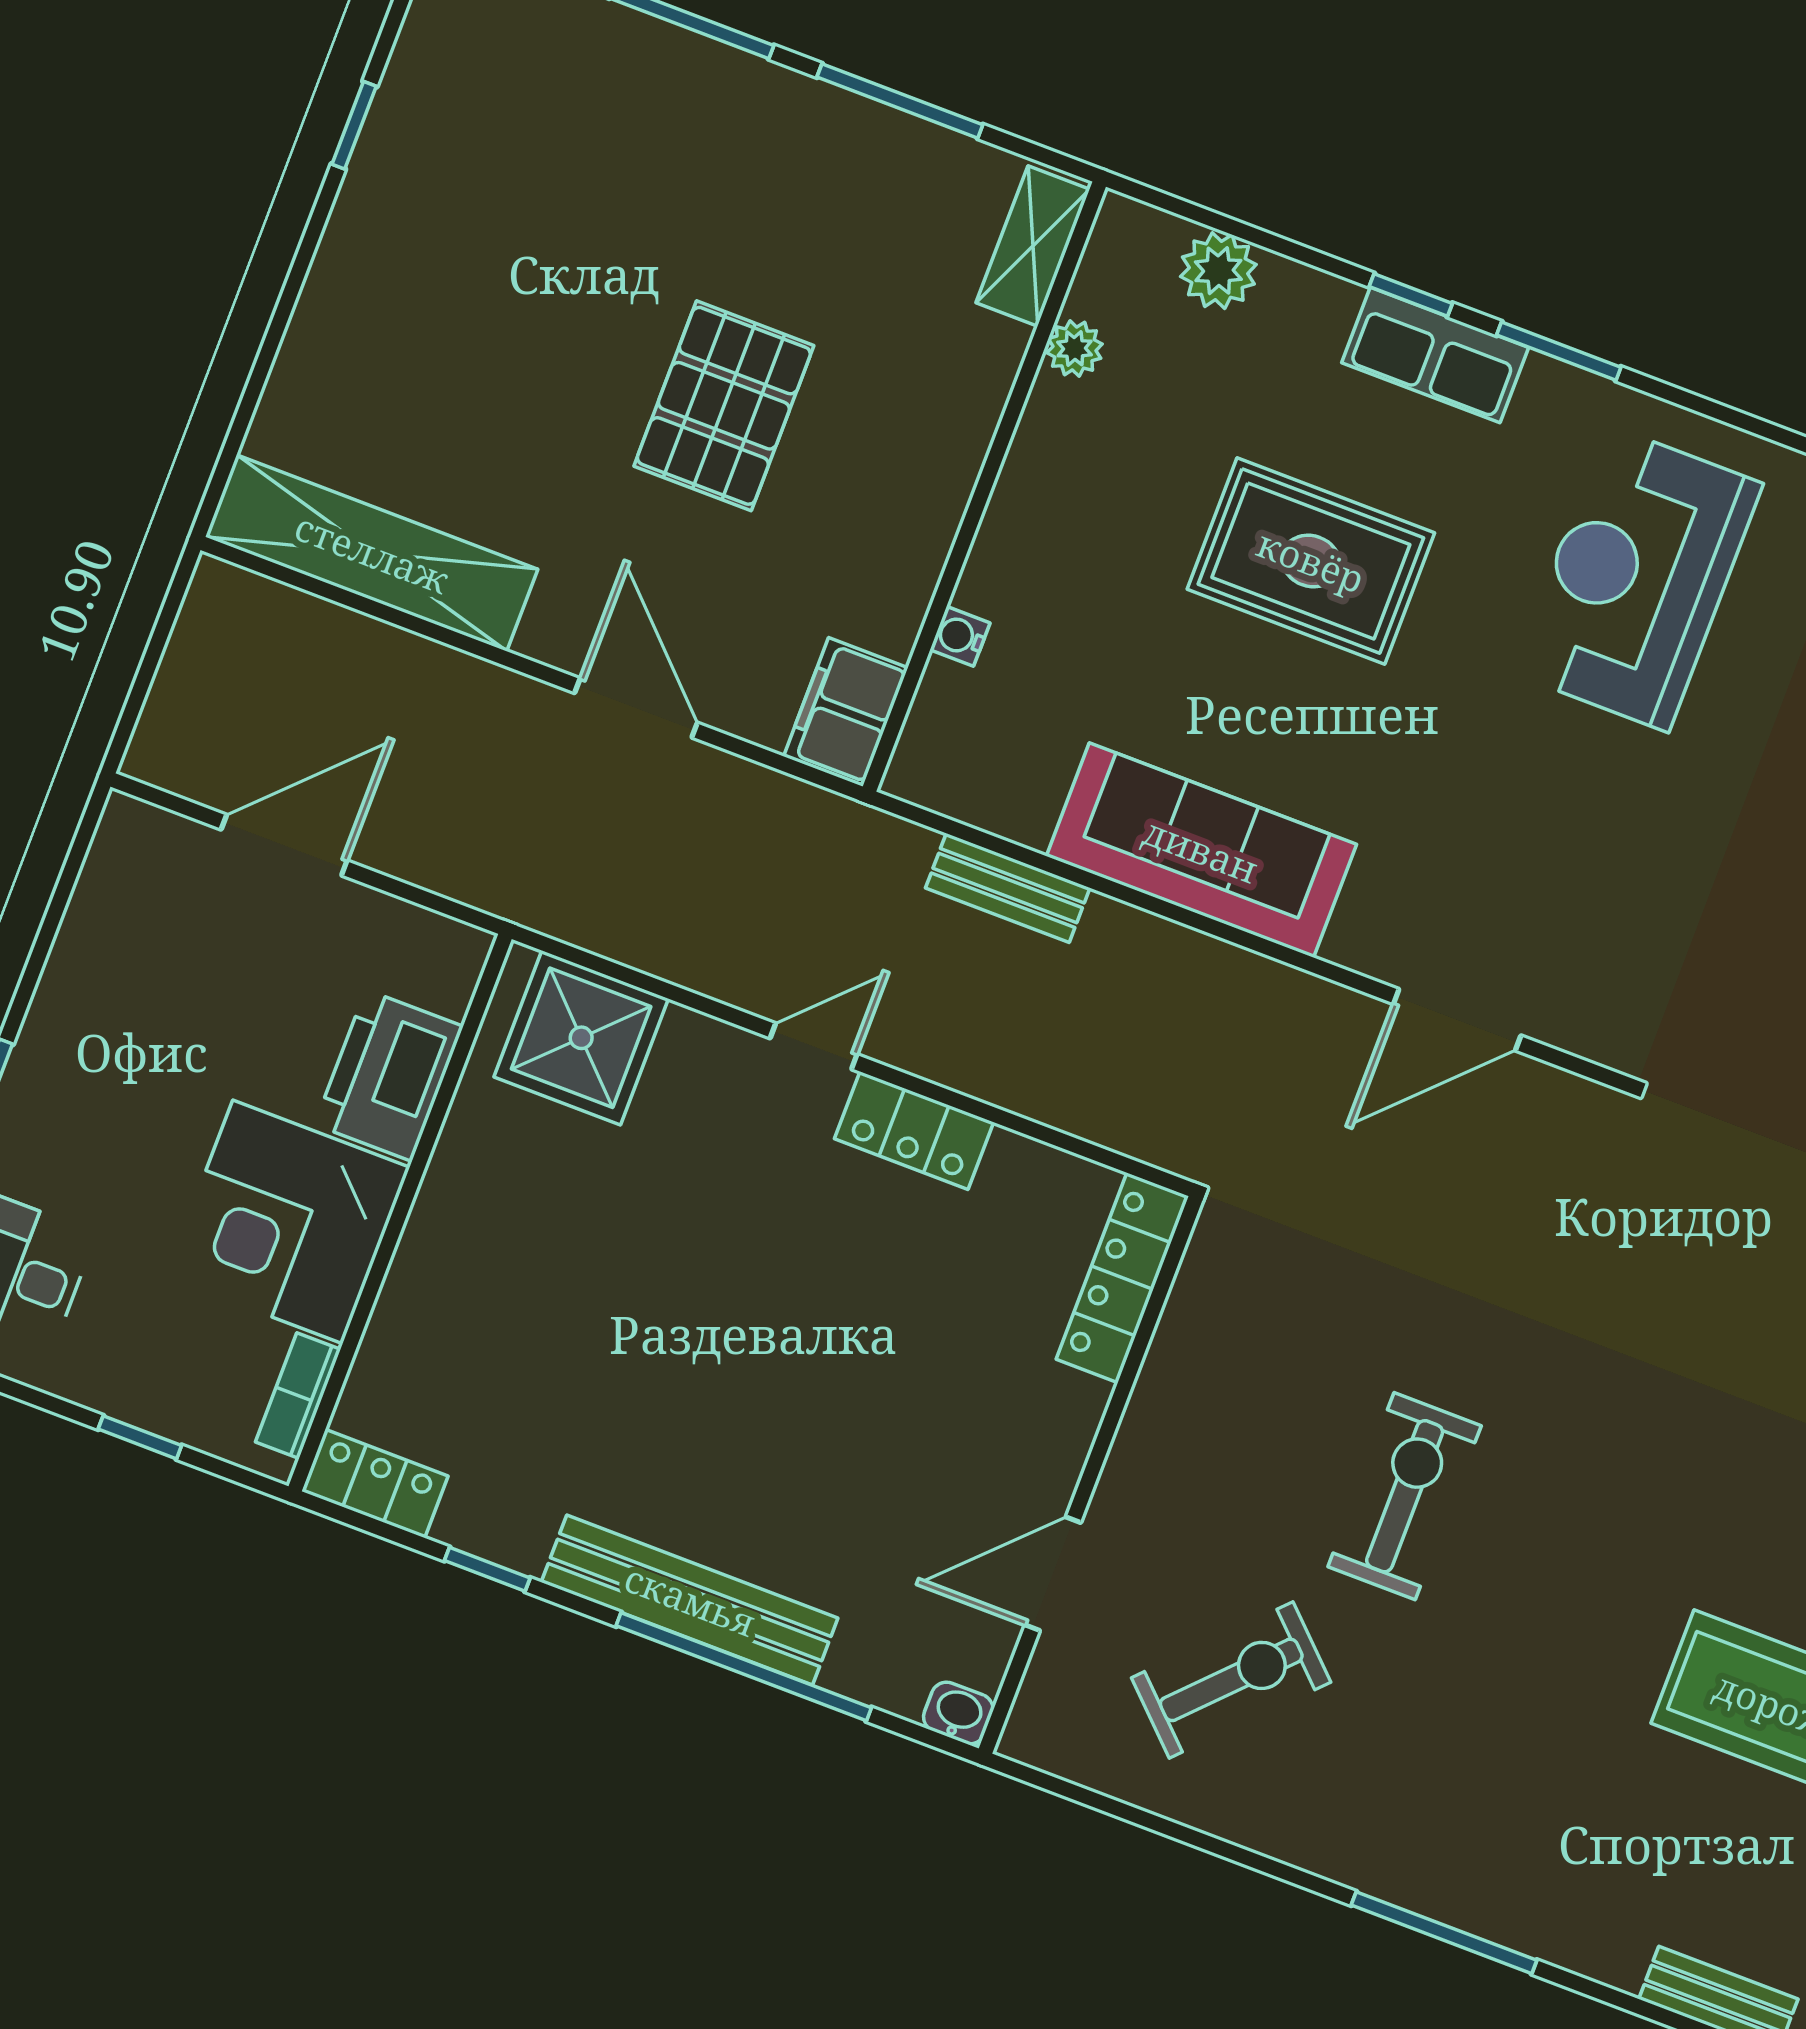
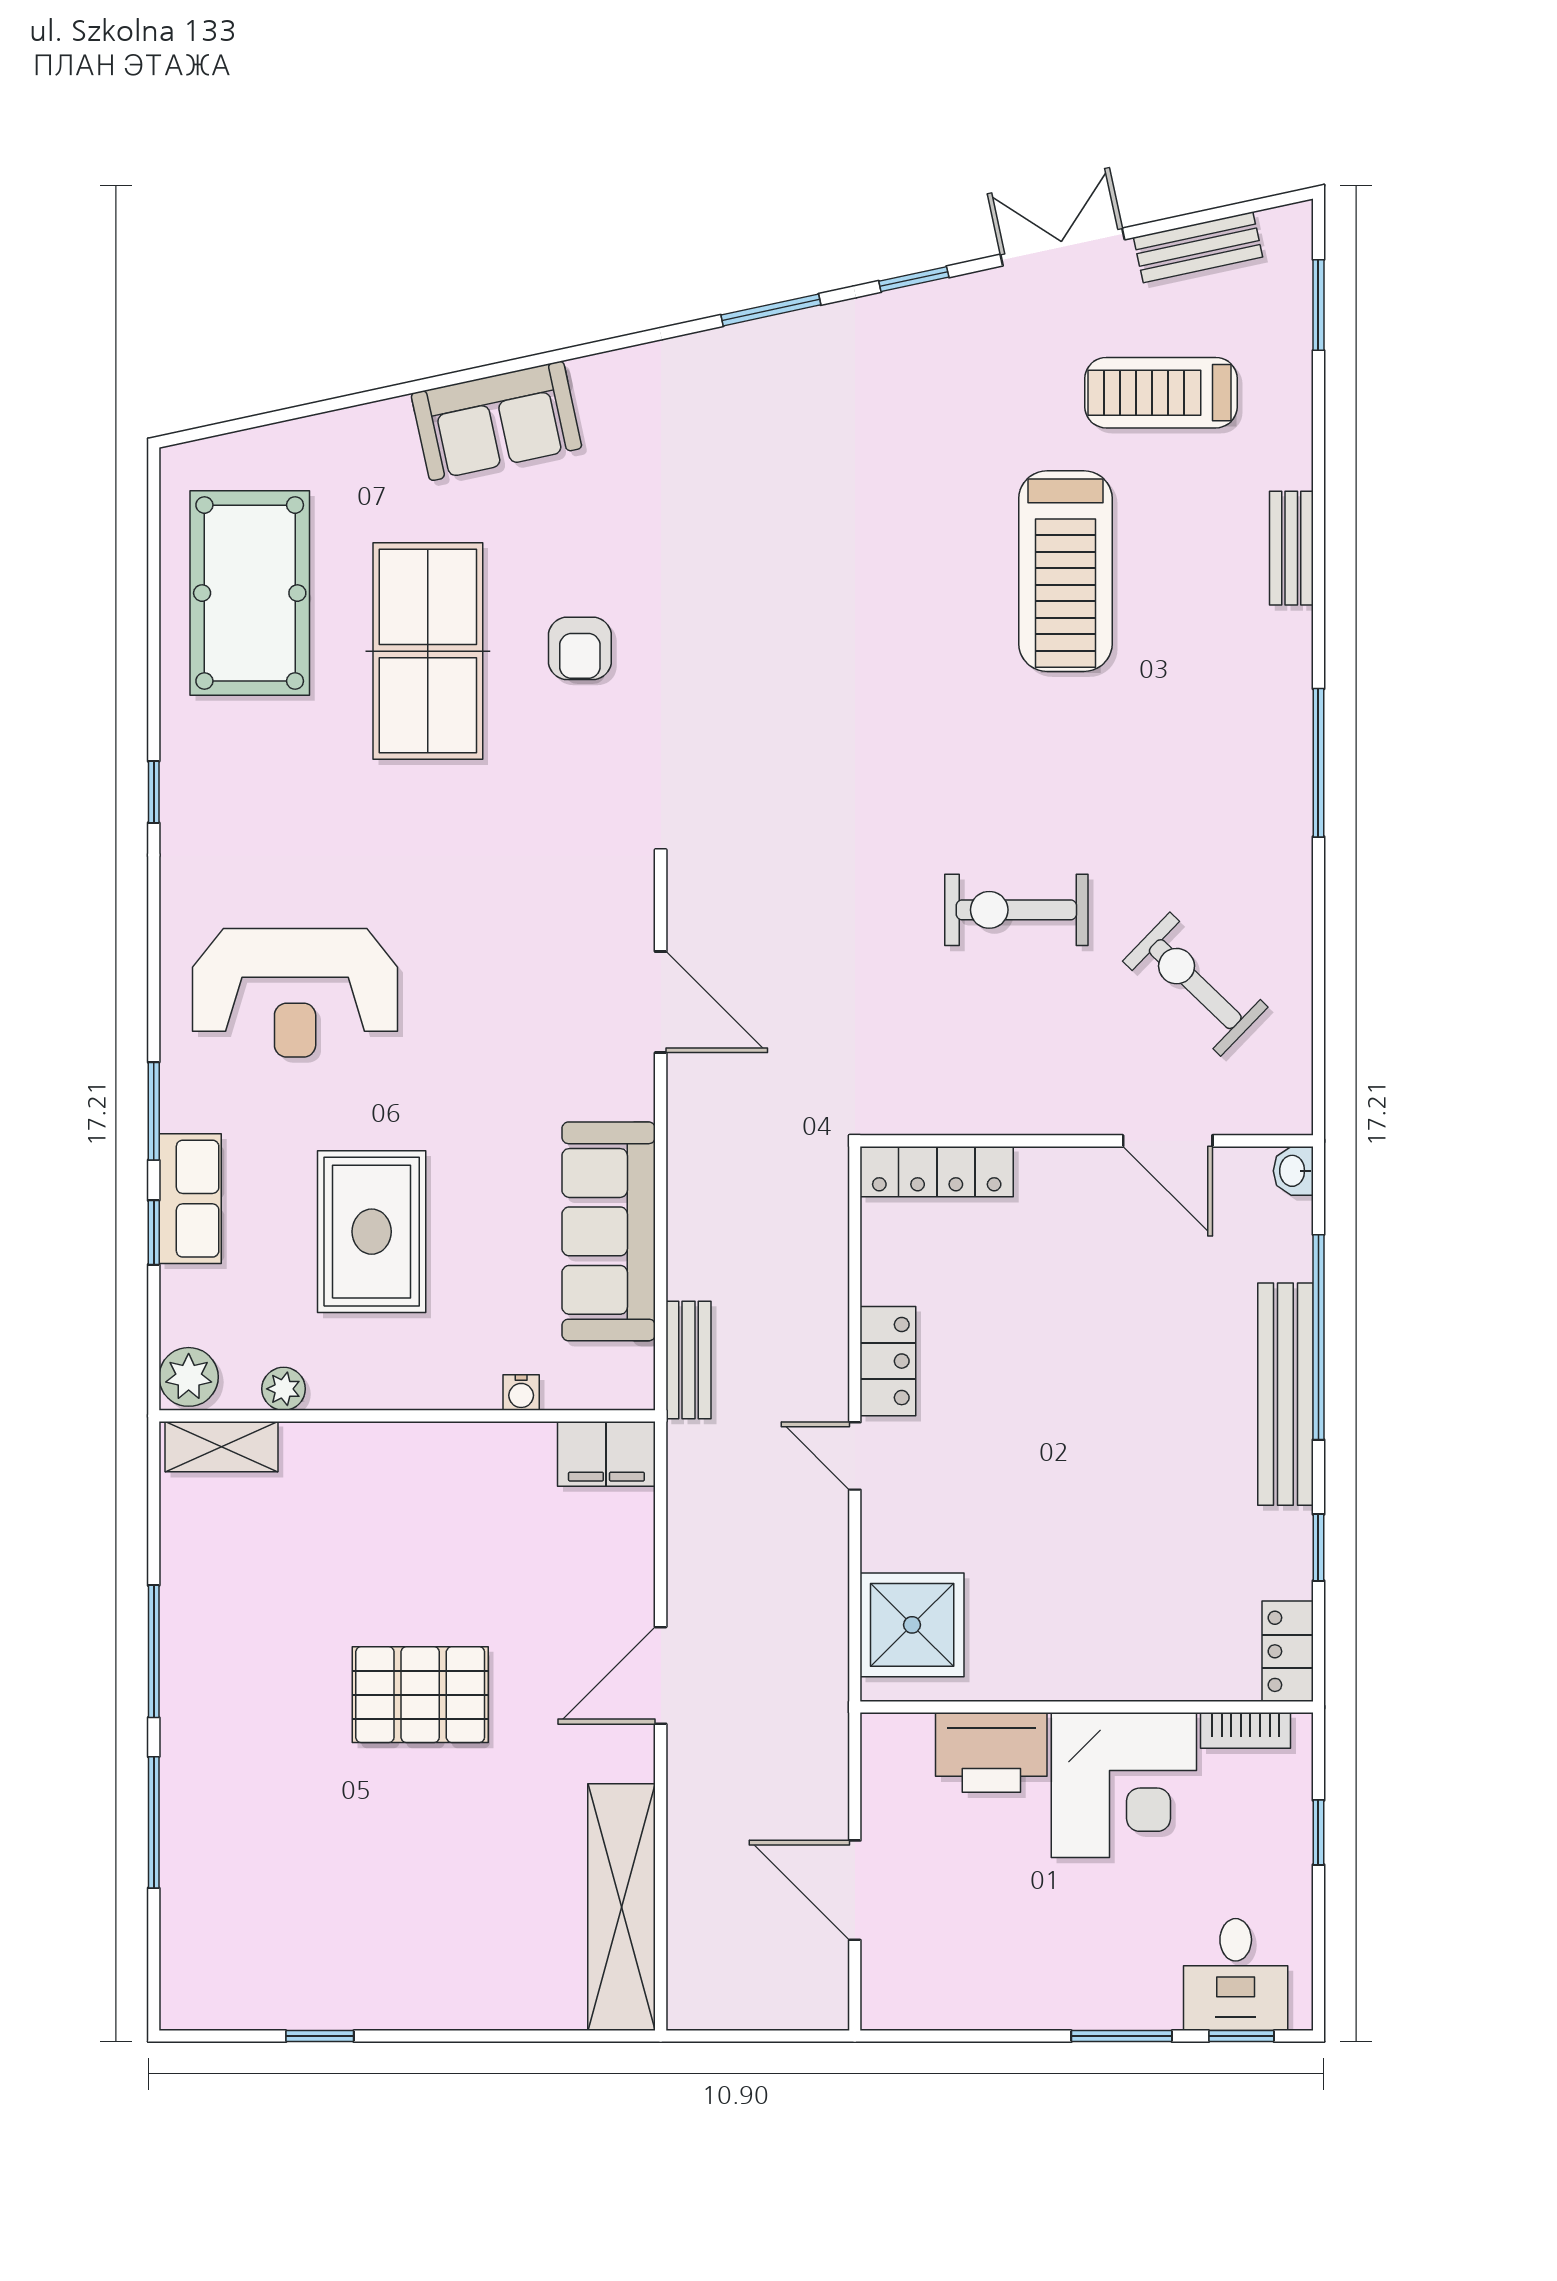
shelving: (1033, 246) -> (222, 1447), moved
plant: (1075, 348) -> (284, 1389), moved
wall: (984, 487) -> (407, 1416), moved
water cooler: (960, 636) -> (521, 1393), moved
filing cabinet: (846, 712) -> (606, 1454), moved

